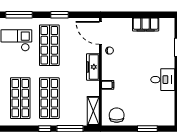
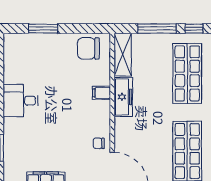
freezer: (93, 67) -> (123, 97), moved
chair: (117, 115) -> (88, 48), turned 90

